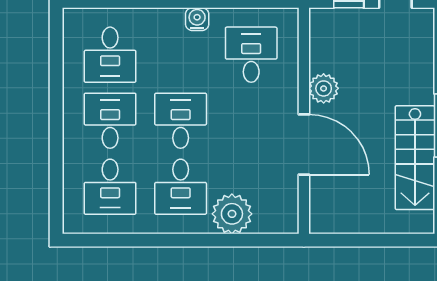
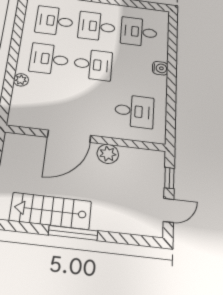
water cooler: (197, 19) -> (160, 68), moved
desk: (110, 121) -> (97, 26), turned 180
plant: (232, 214) -> (21, 80), width x0.53, depth x0.53

